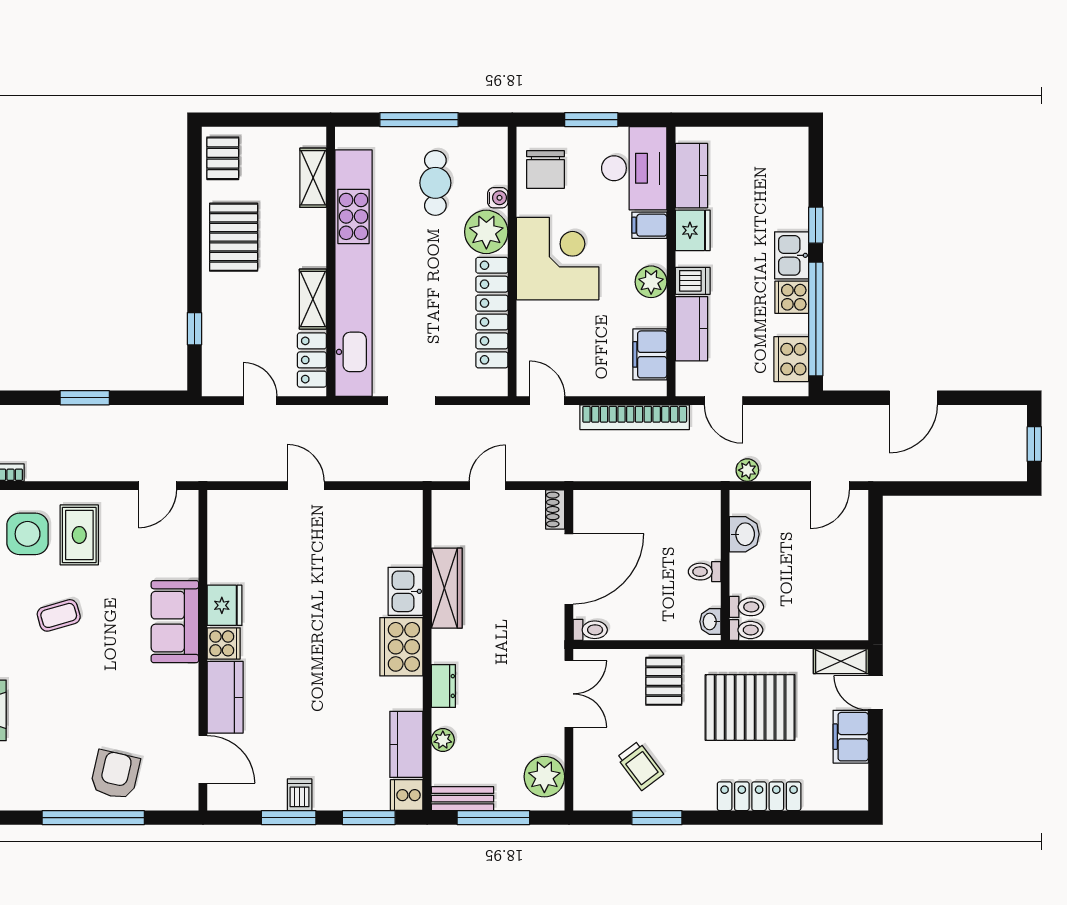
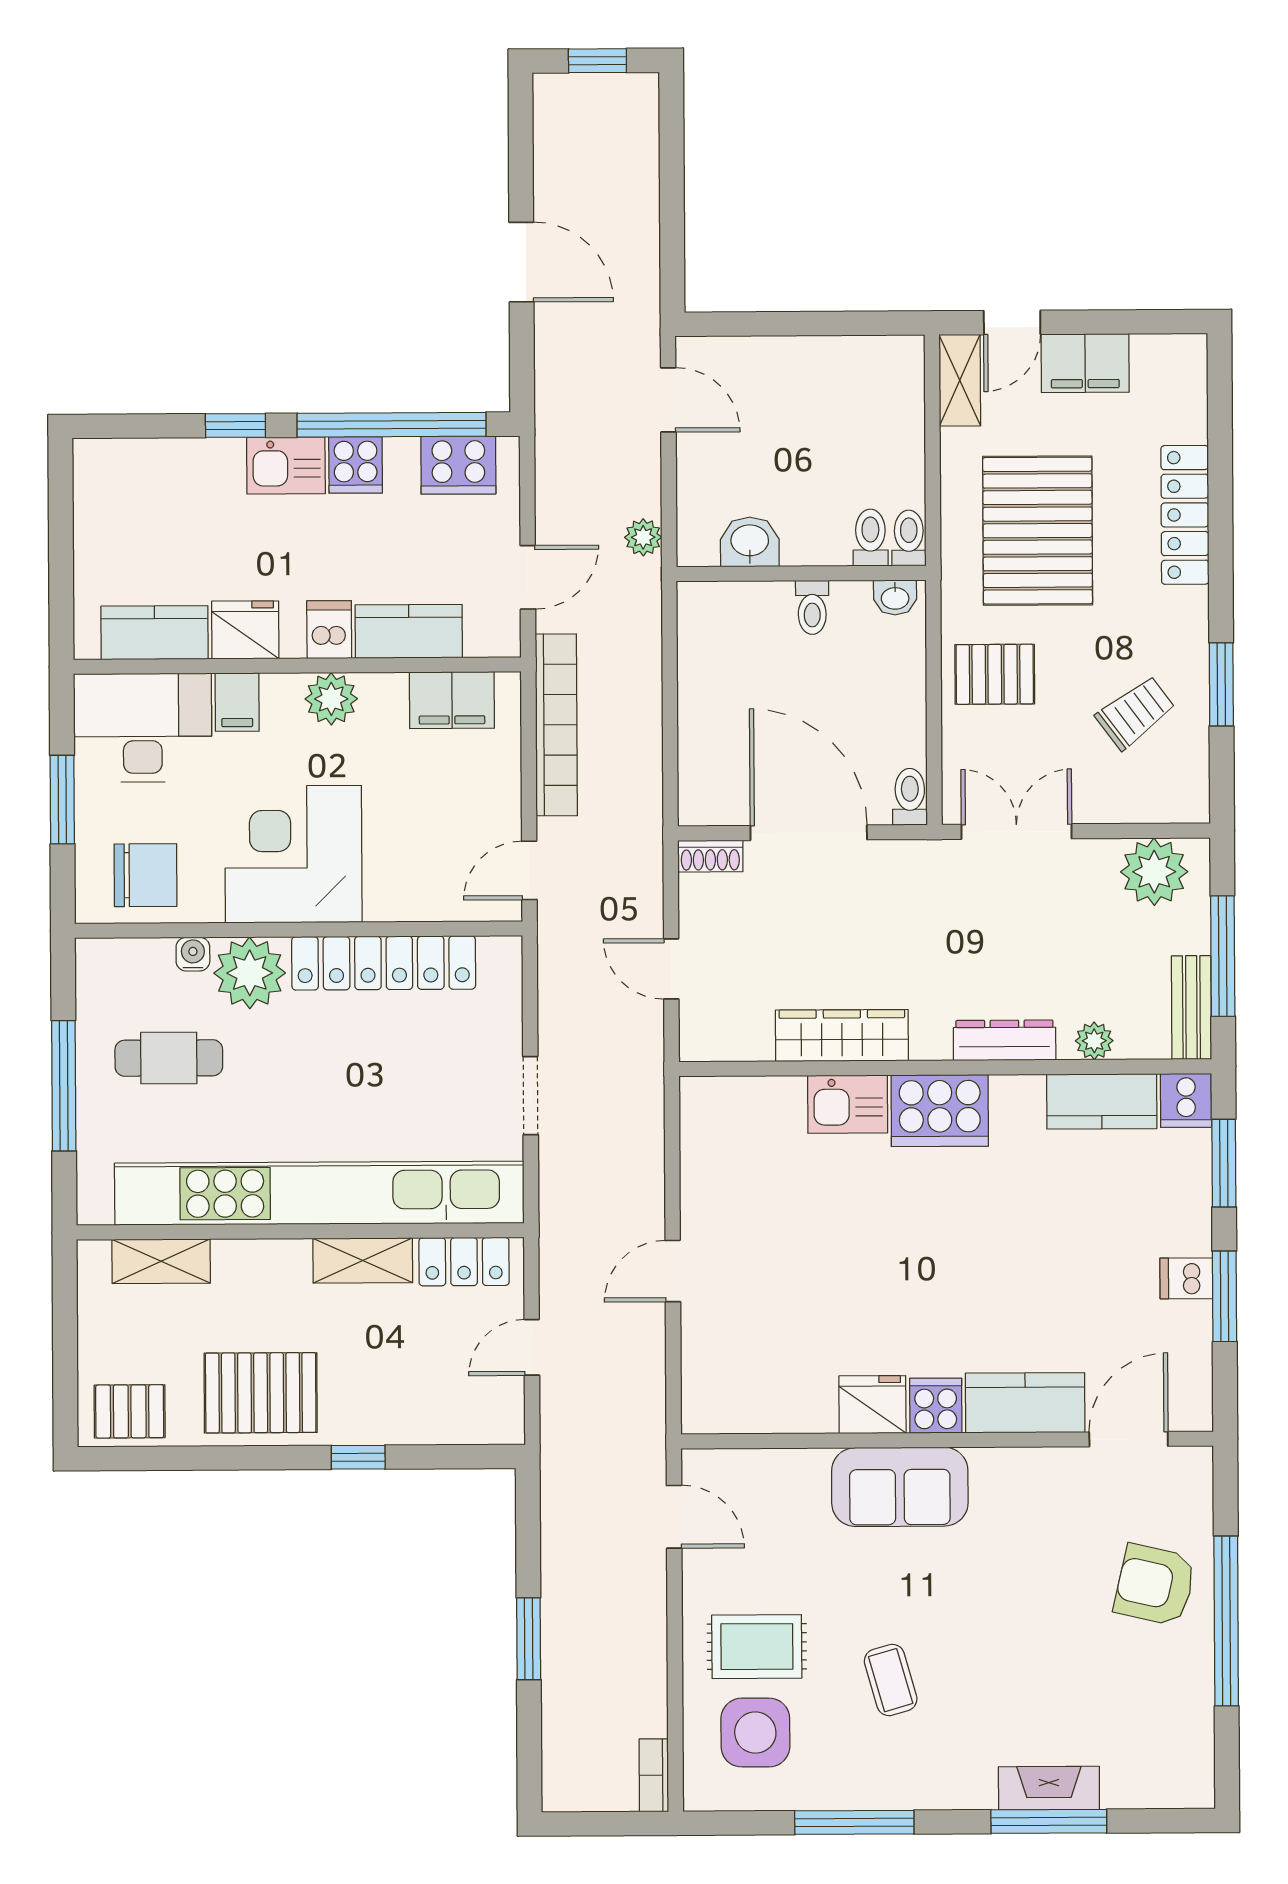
window: (194, 329) -> (358, 1457), moved
dresser: (443, 686) -> (1004, 1040), width x1.44

